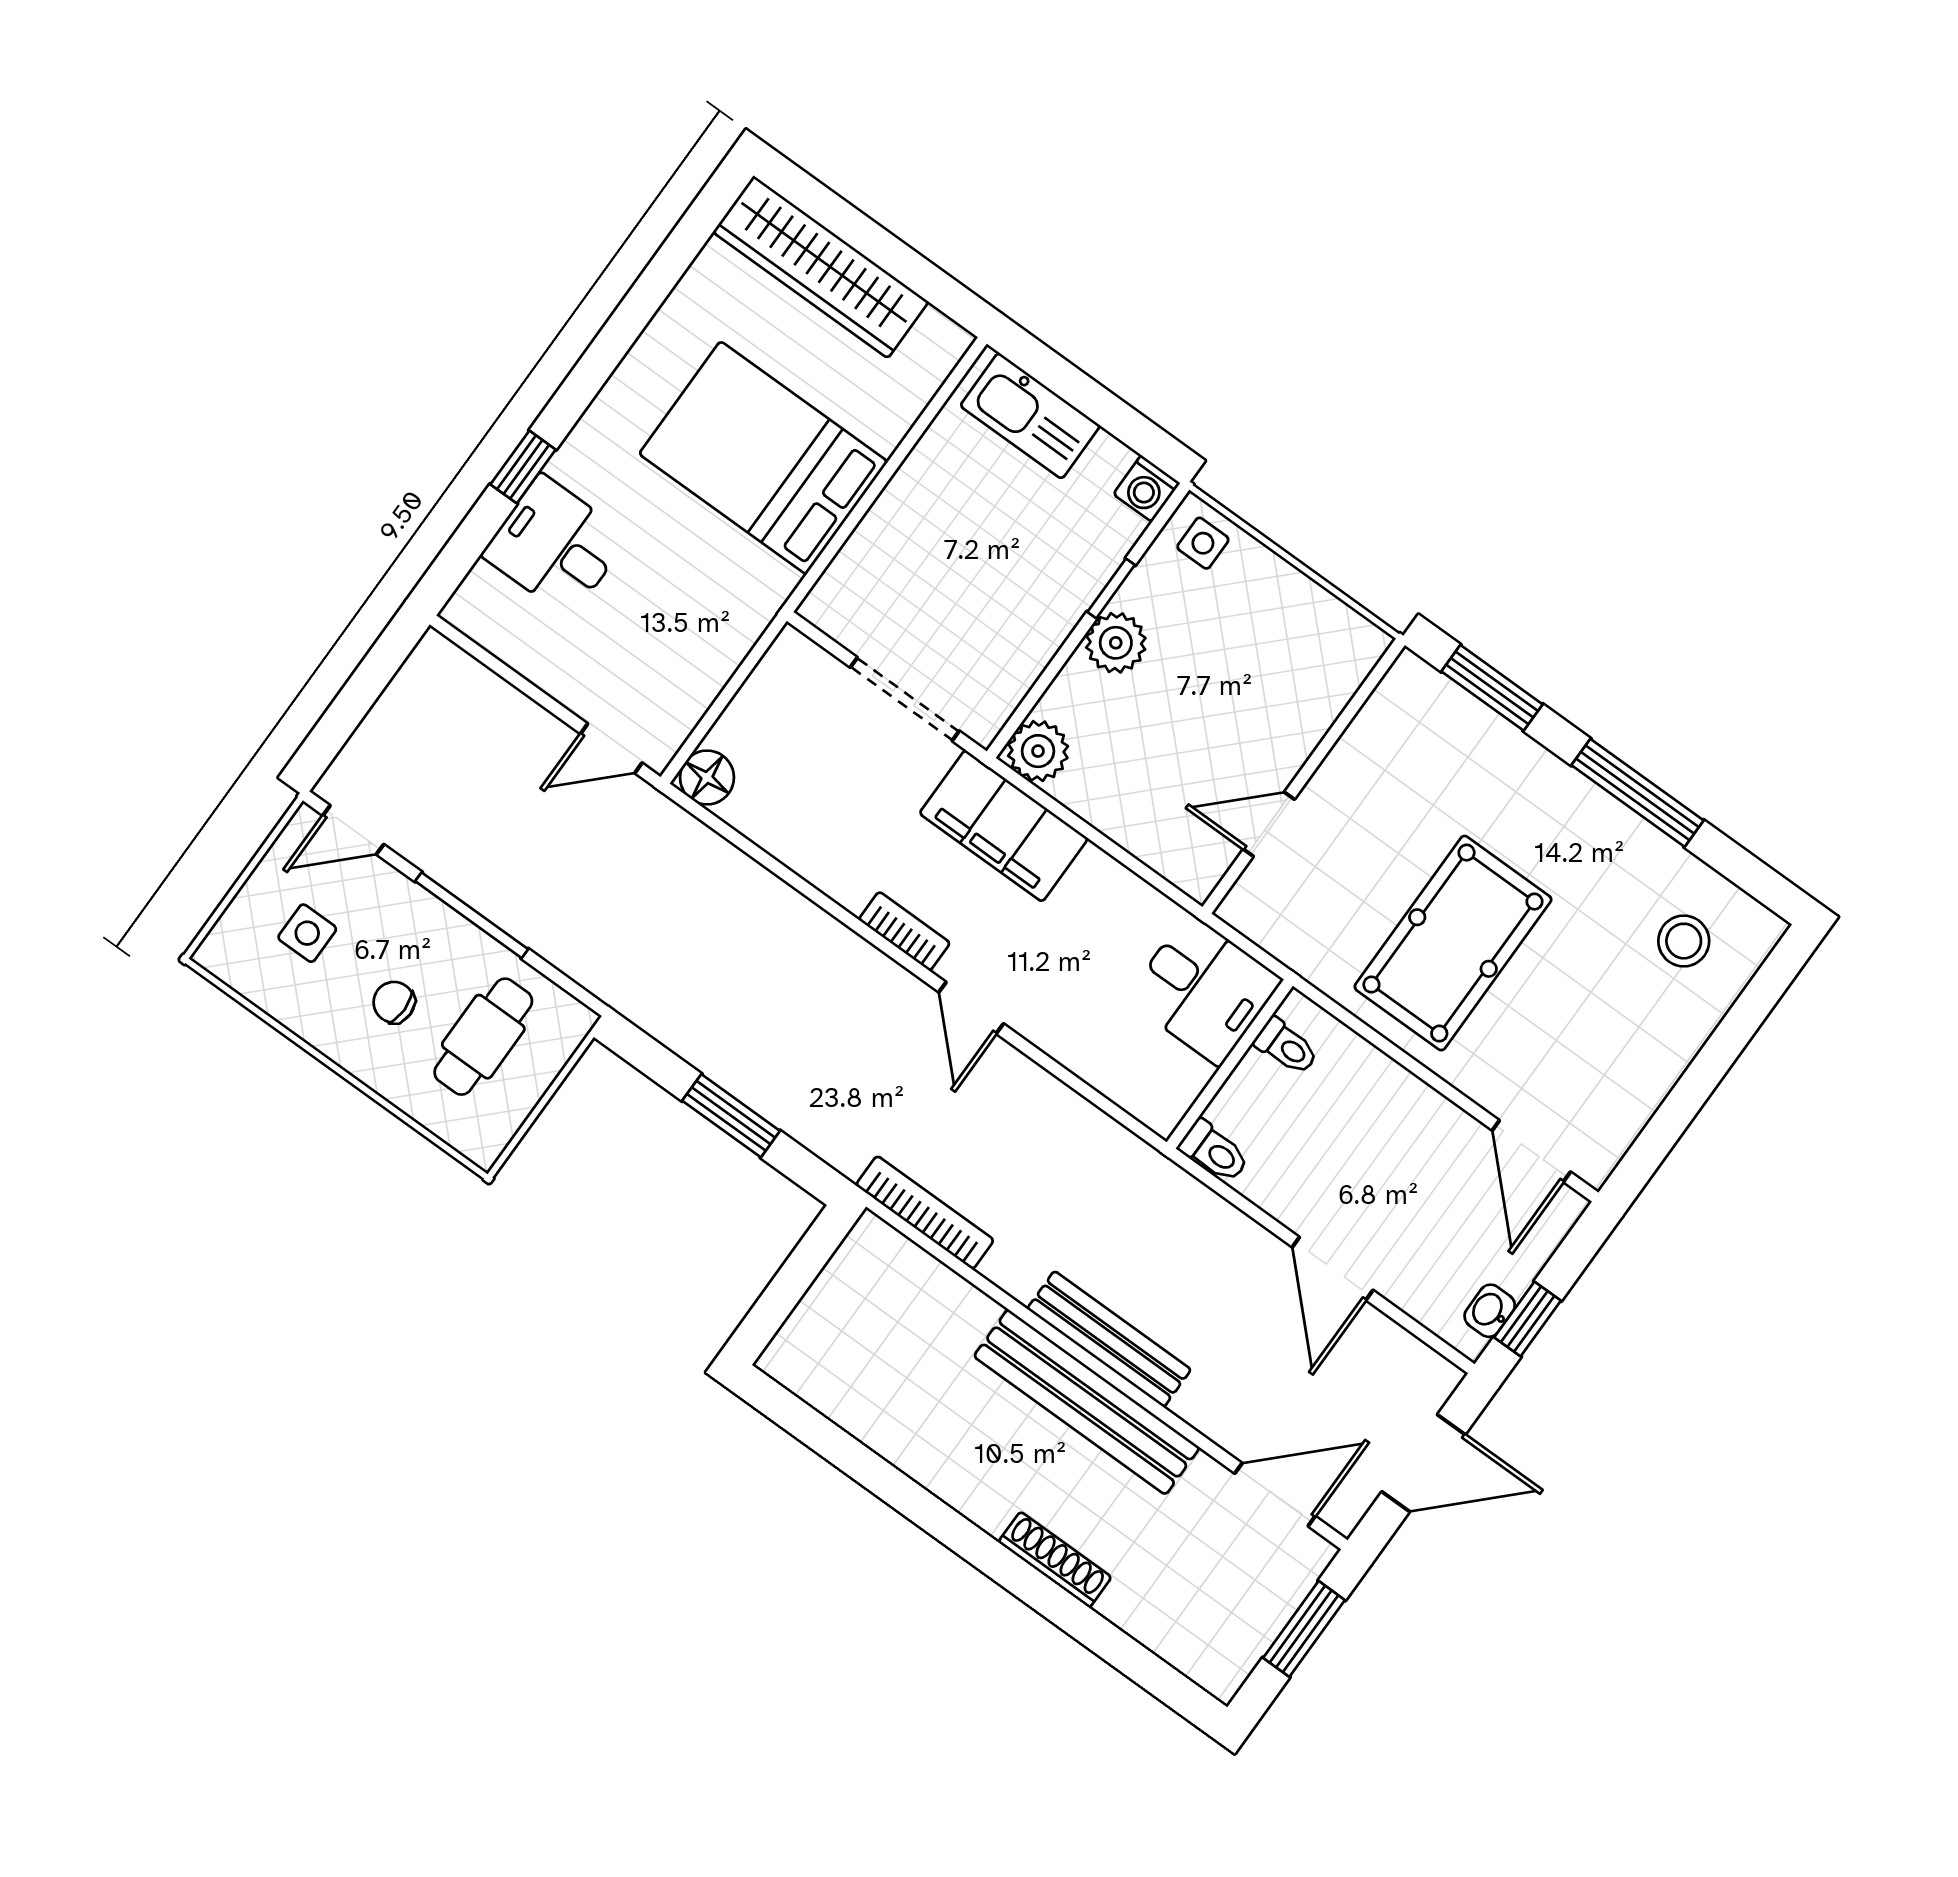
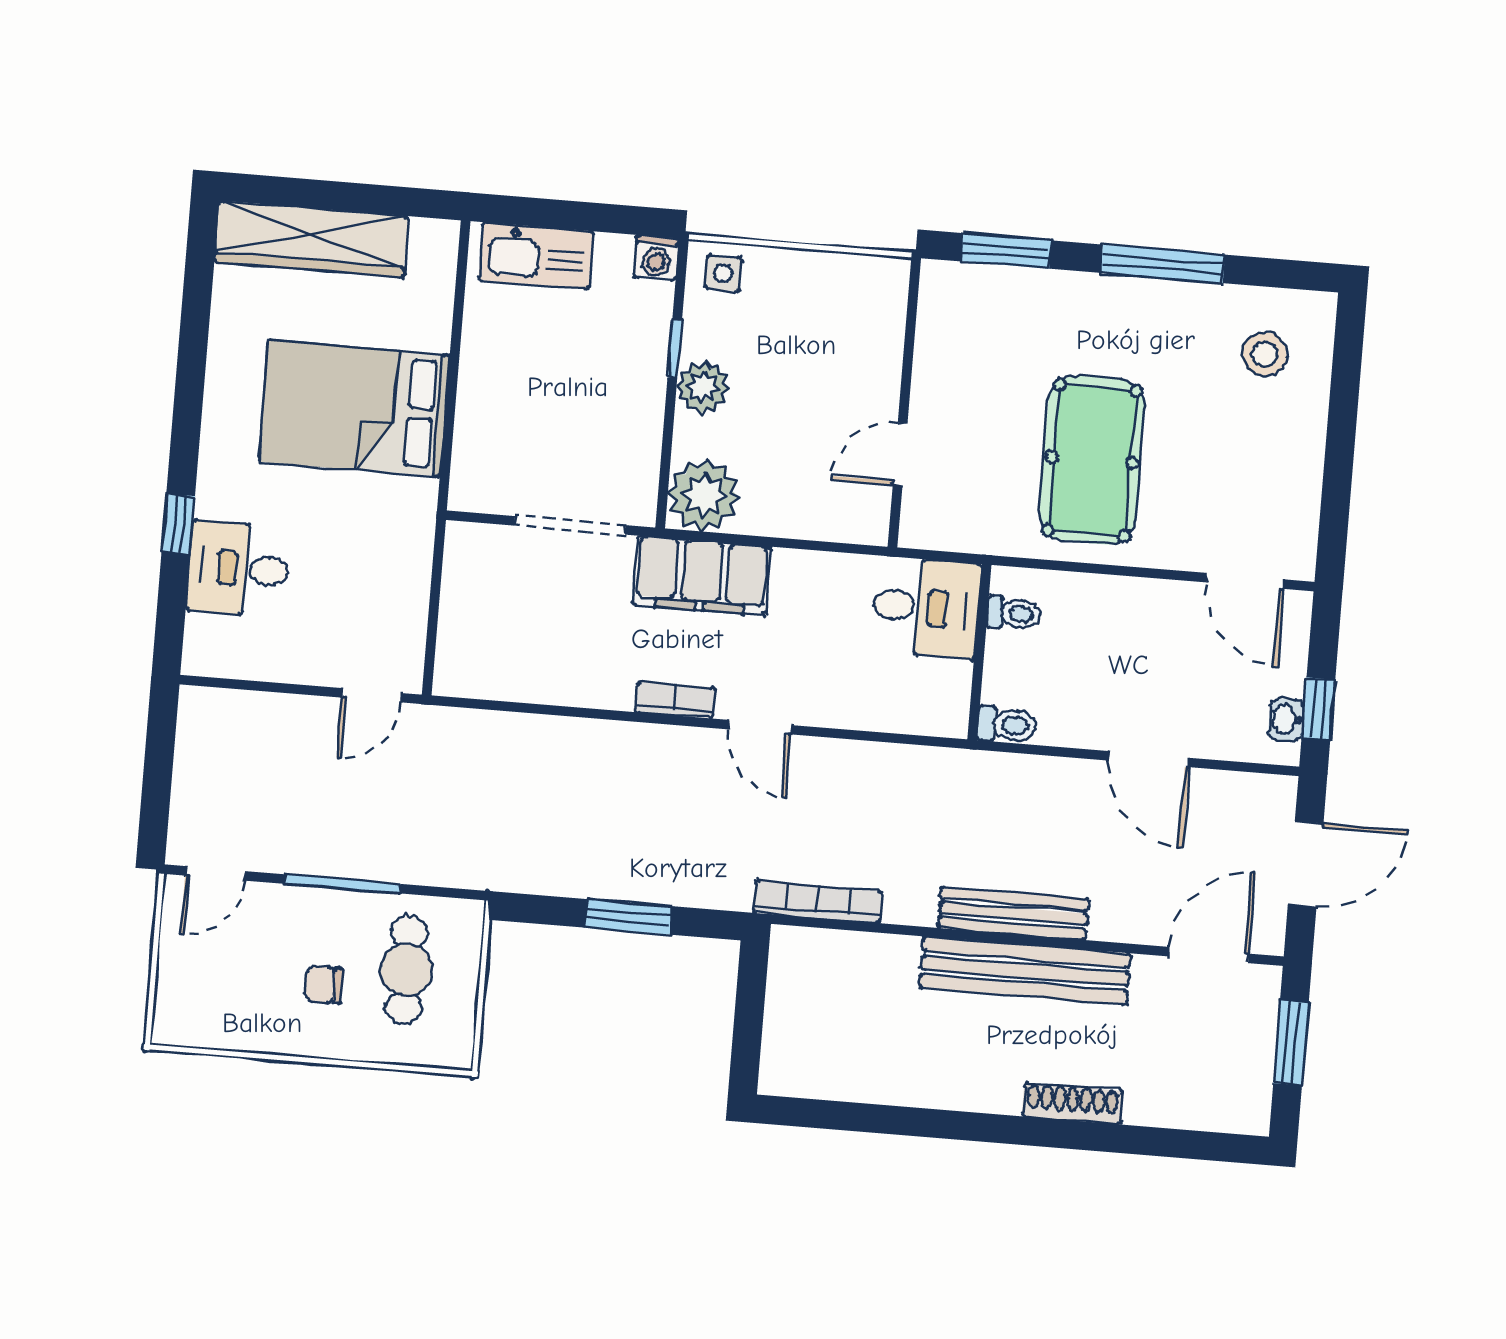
plant: (1038, 751) -> (704, 495), width x1.36, depth x1.36
floor lamp: (707, 777) -> (457, 674), removed
side table: (307, 933) -> (227, 972), removed

